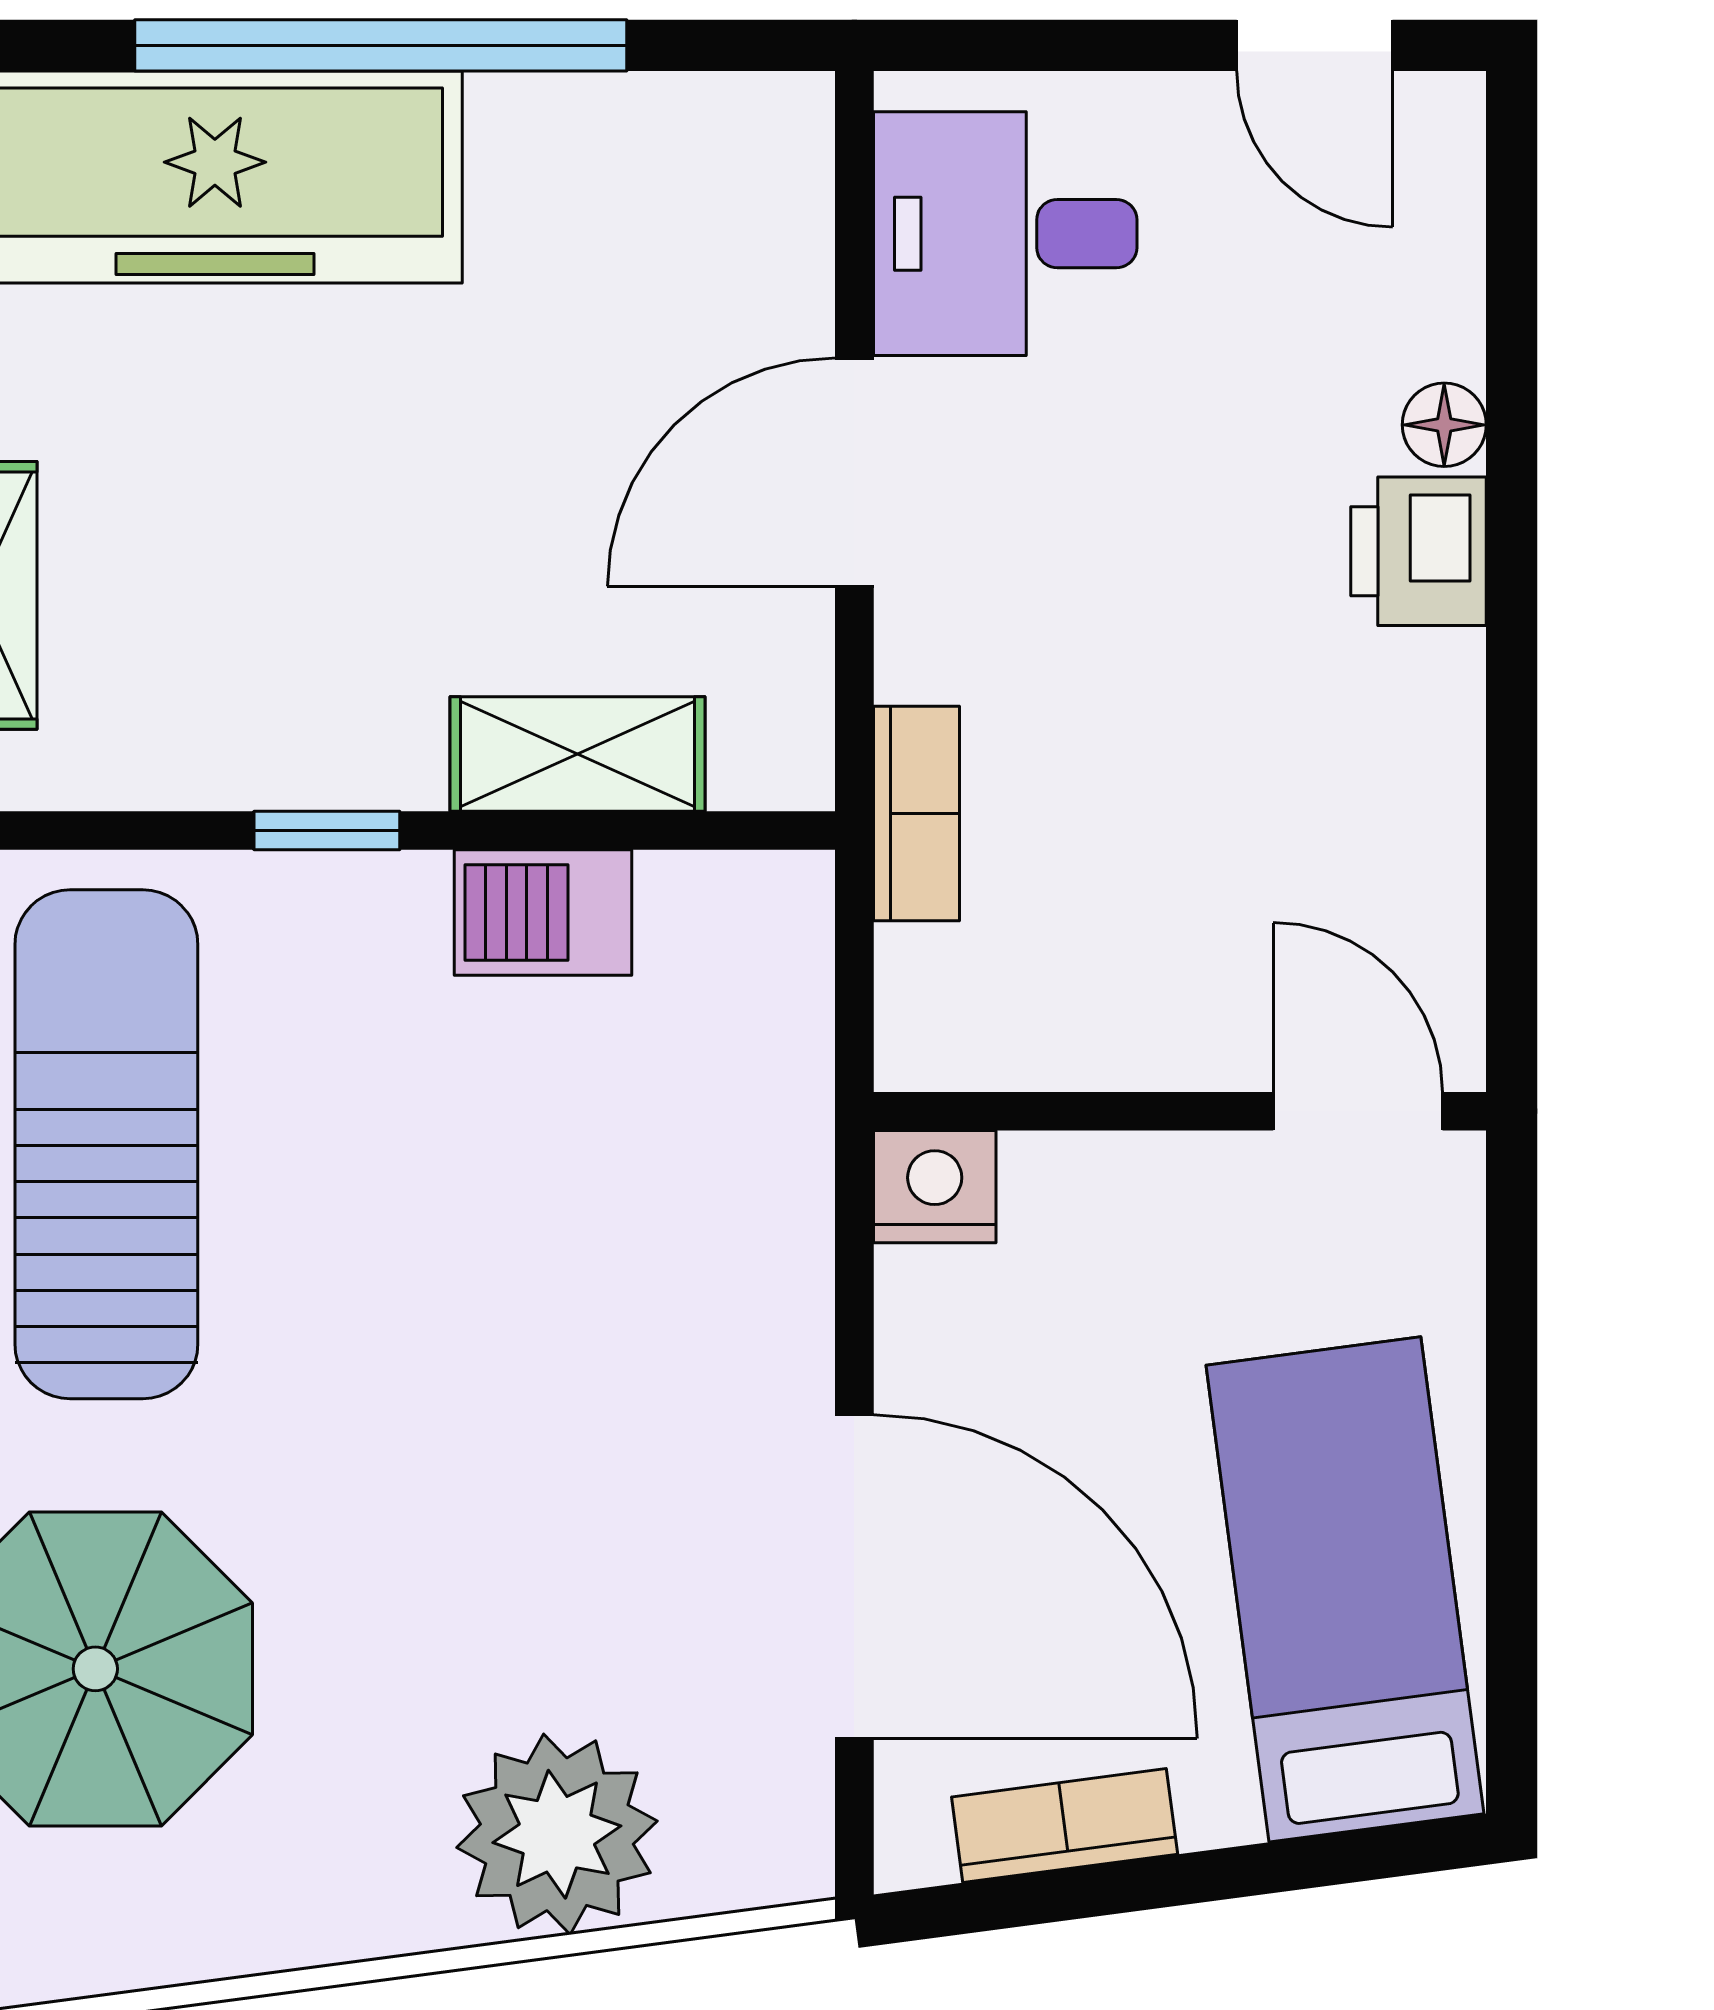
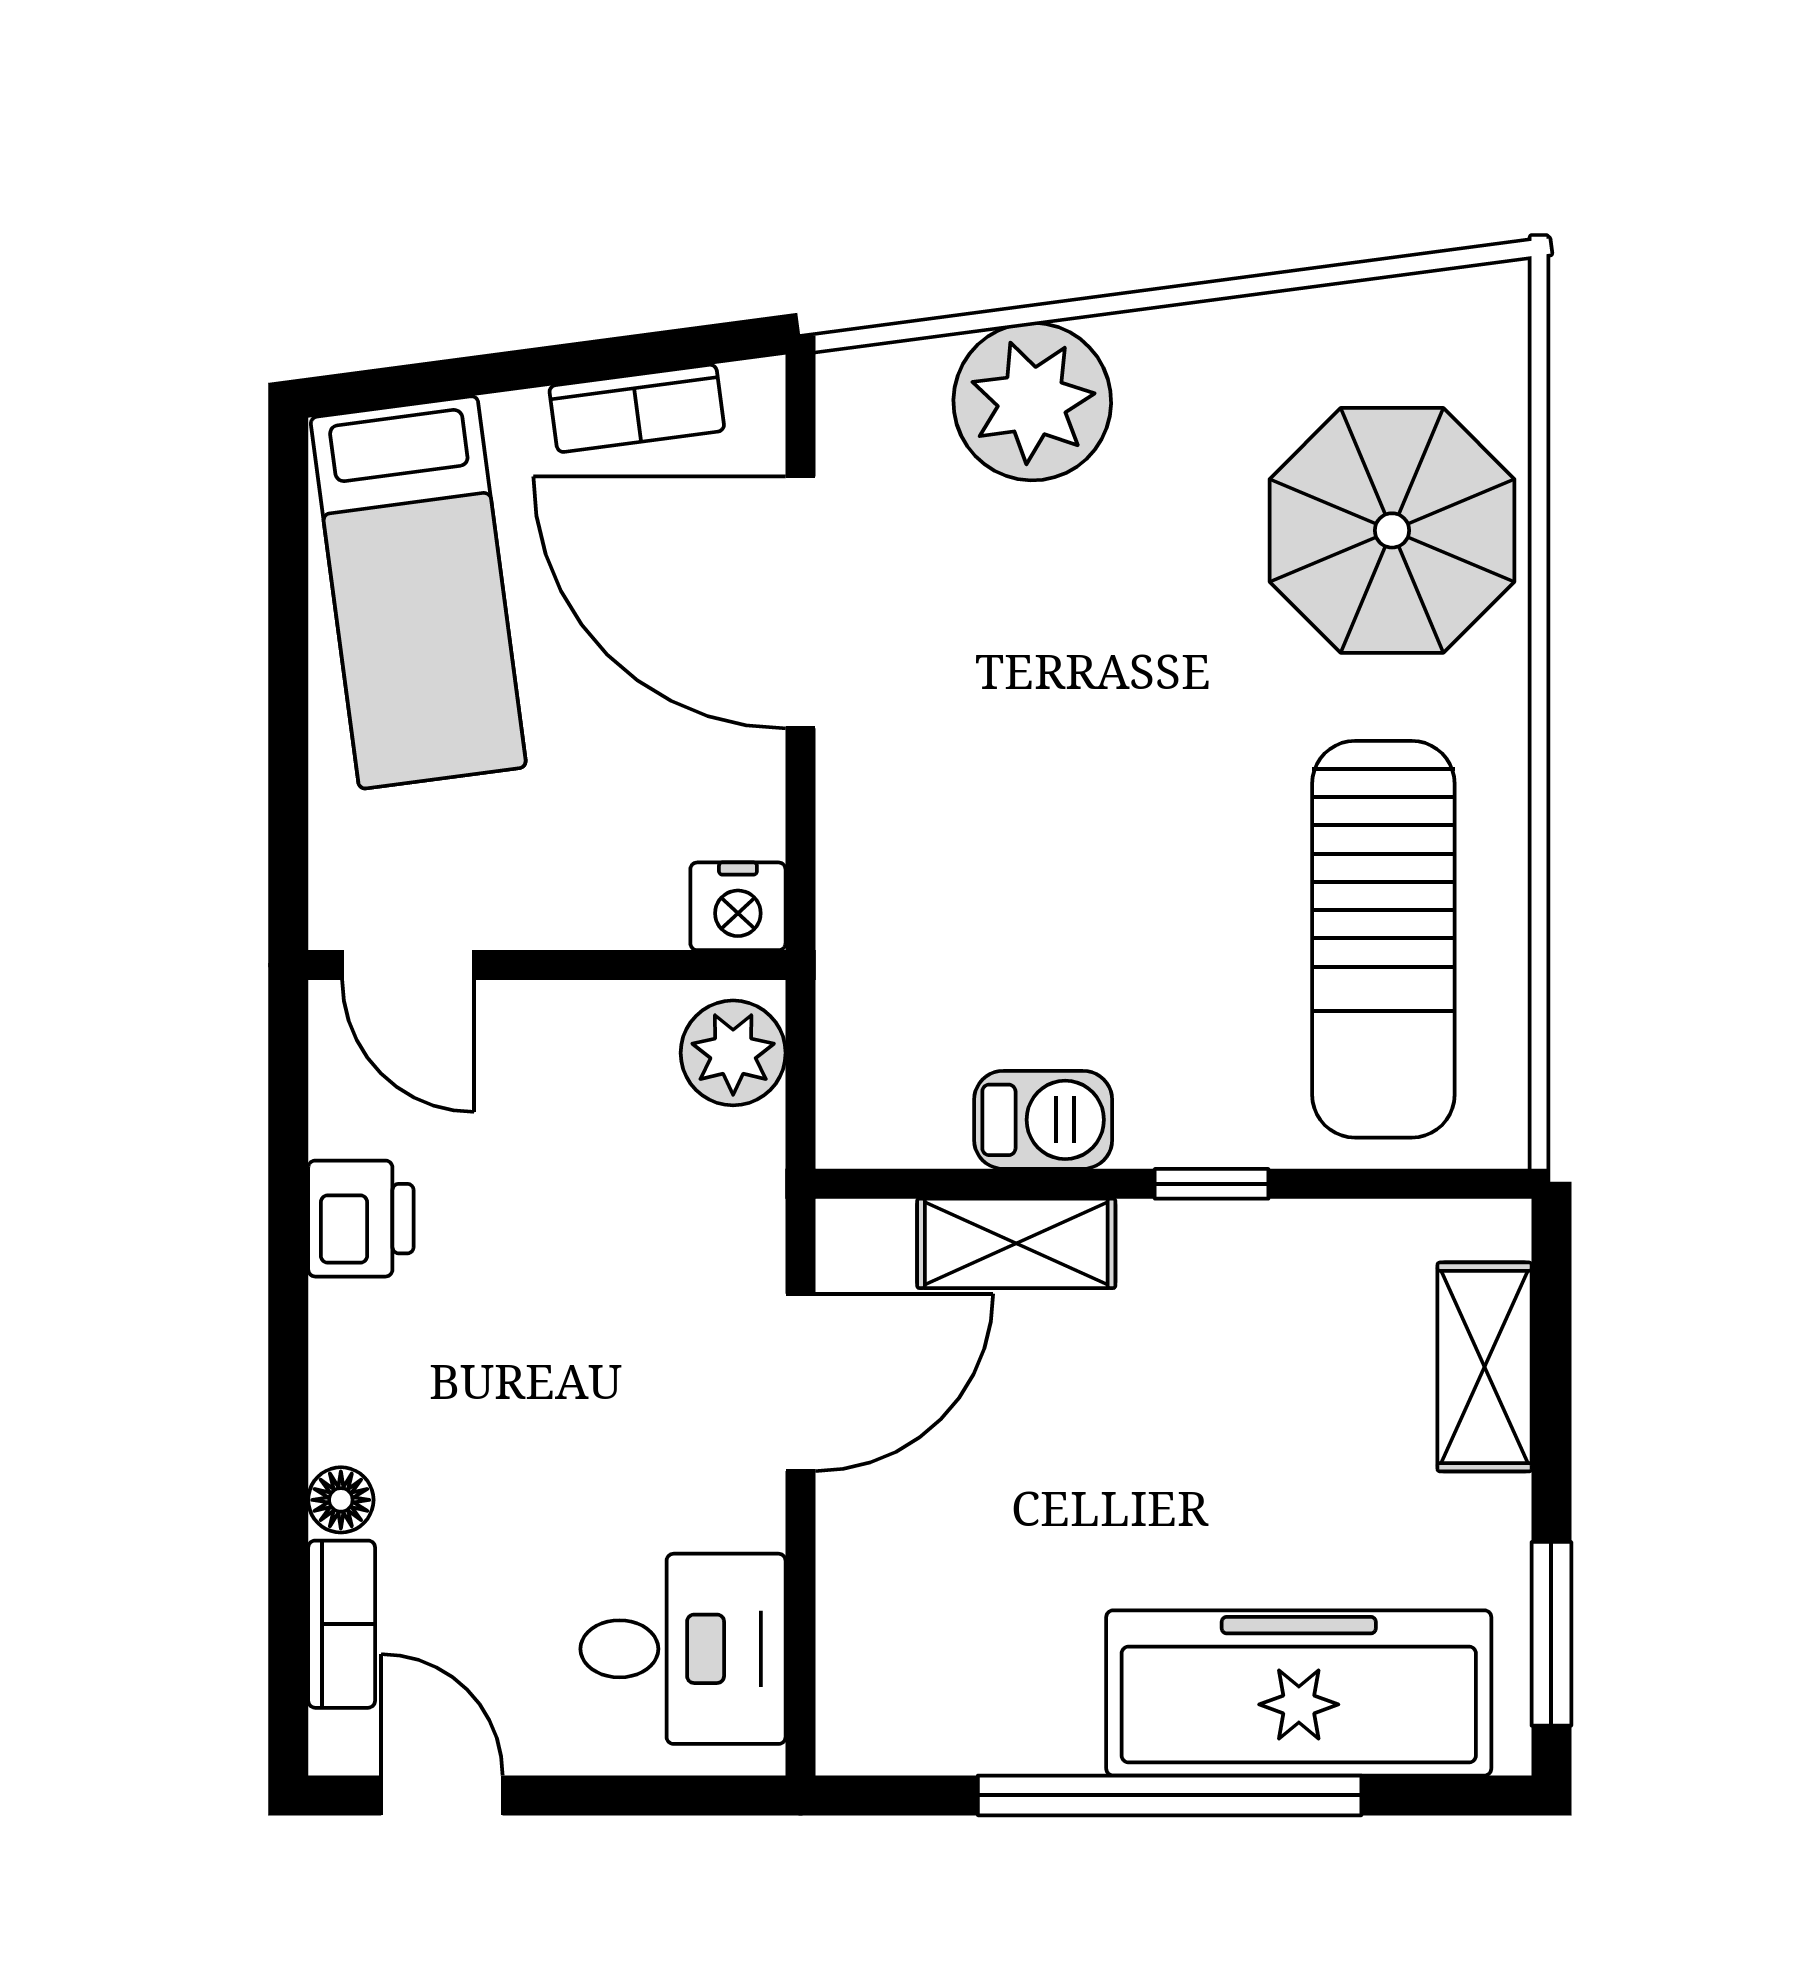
door: (854, 472) -> (800, 1382), moved
printer: (1419, 551) -> (361, 1219), moved
bookcase: (916, 814) -> (342, 1624), moved, turned 180
plant: (941, 998) -> (733, 1053), added

